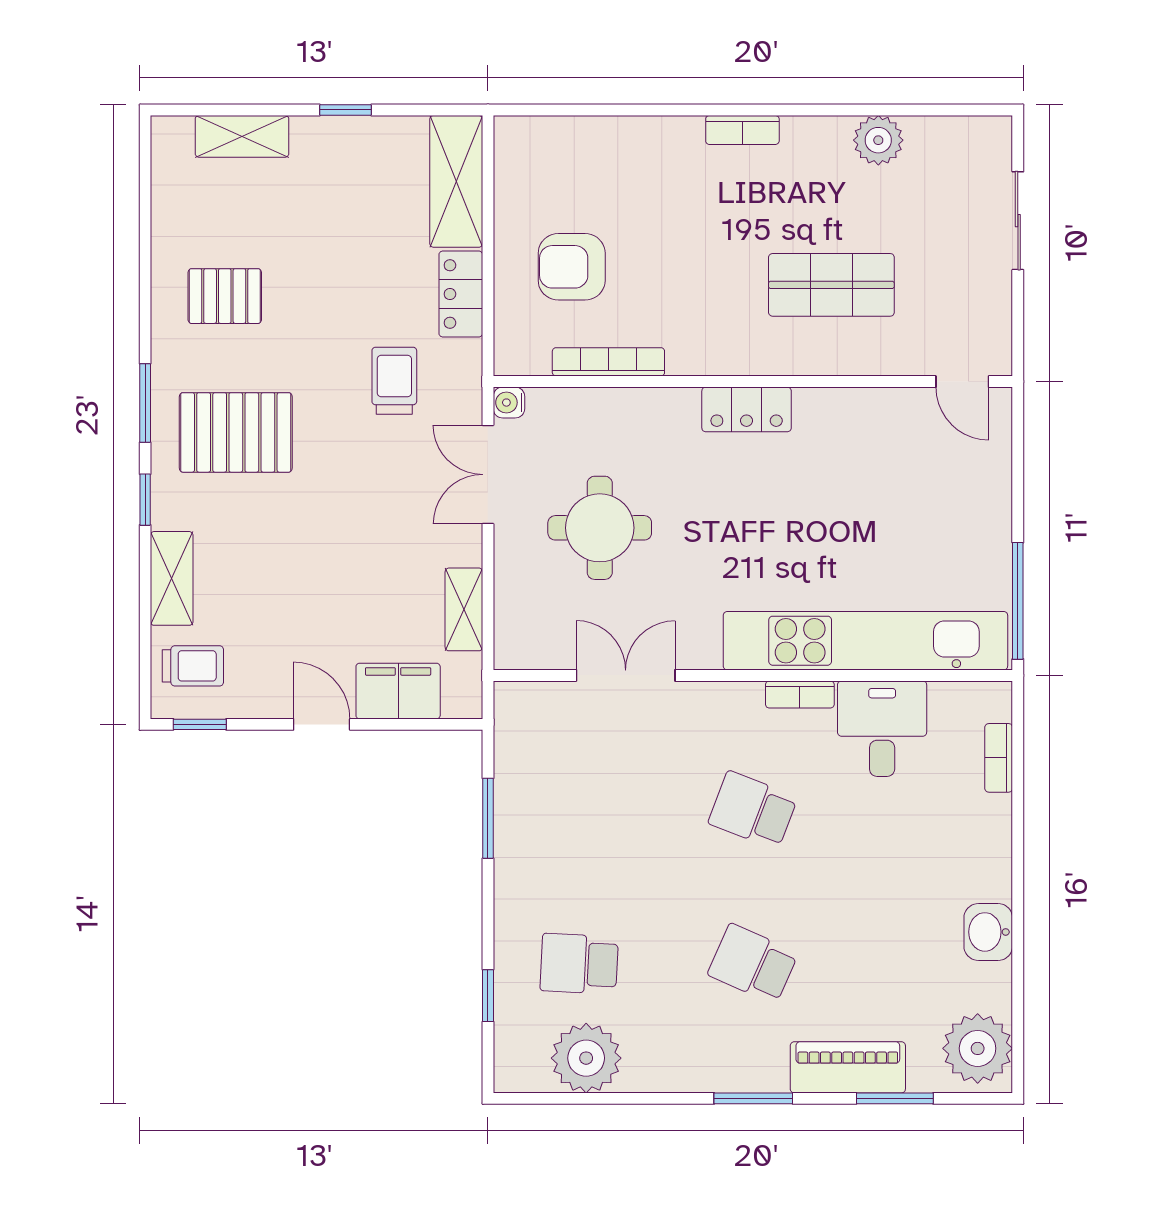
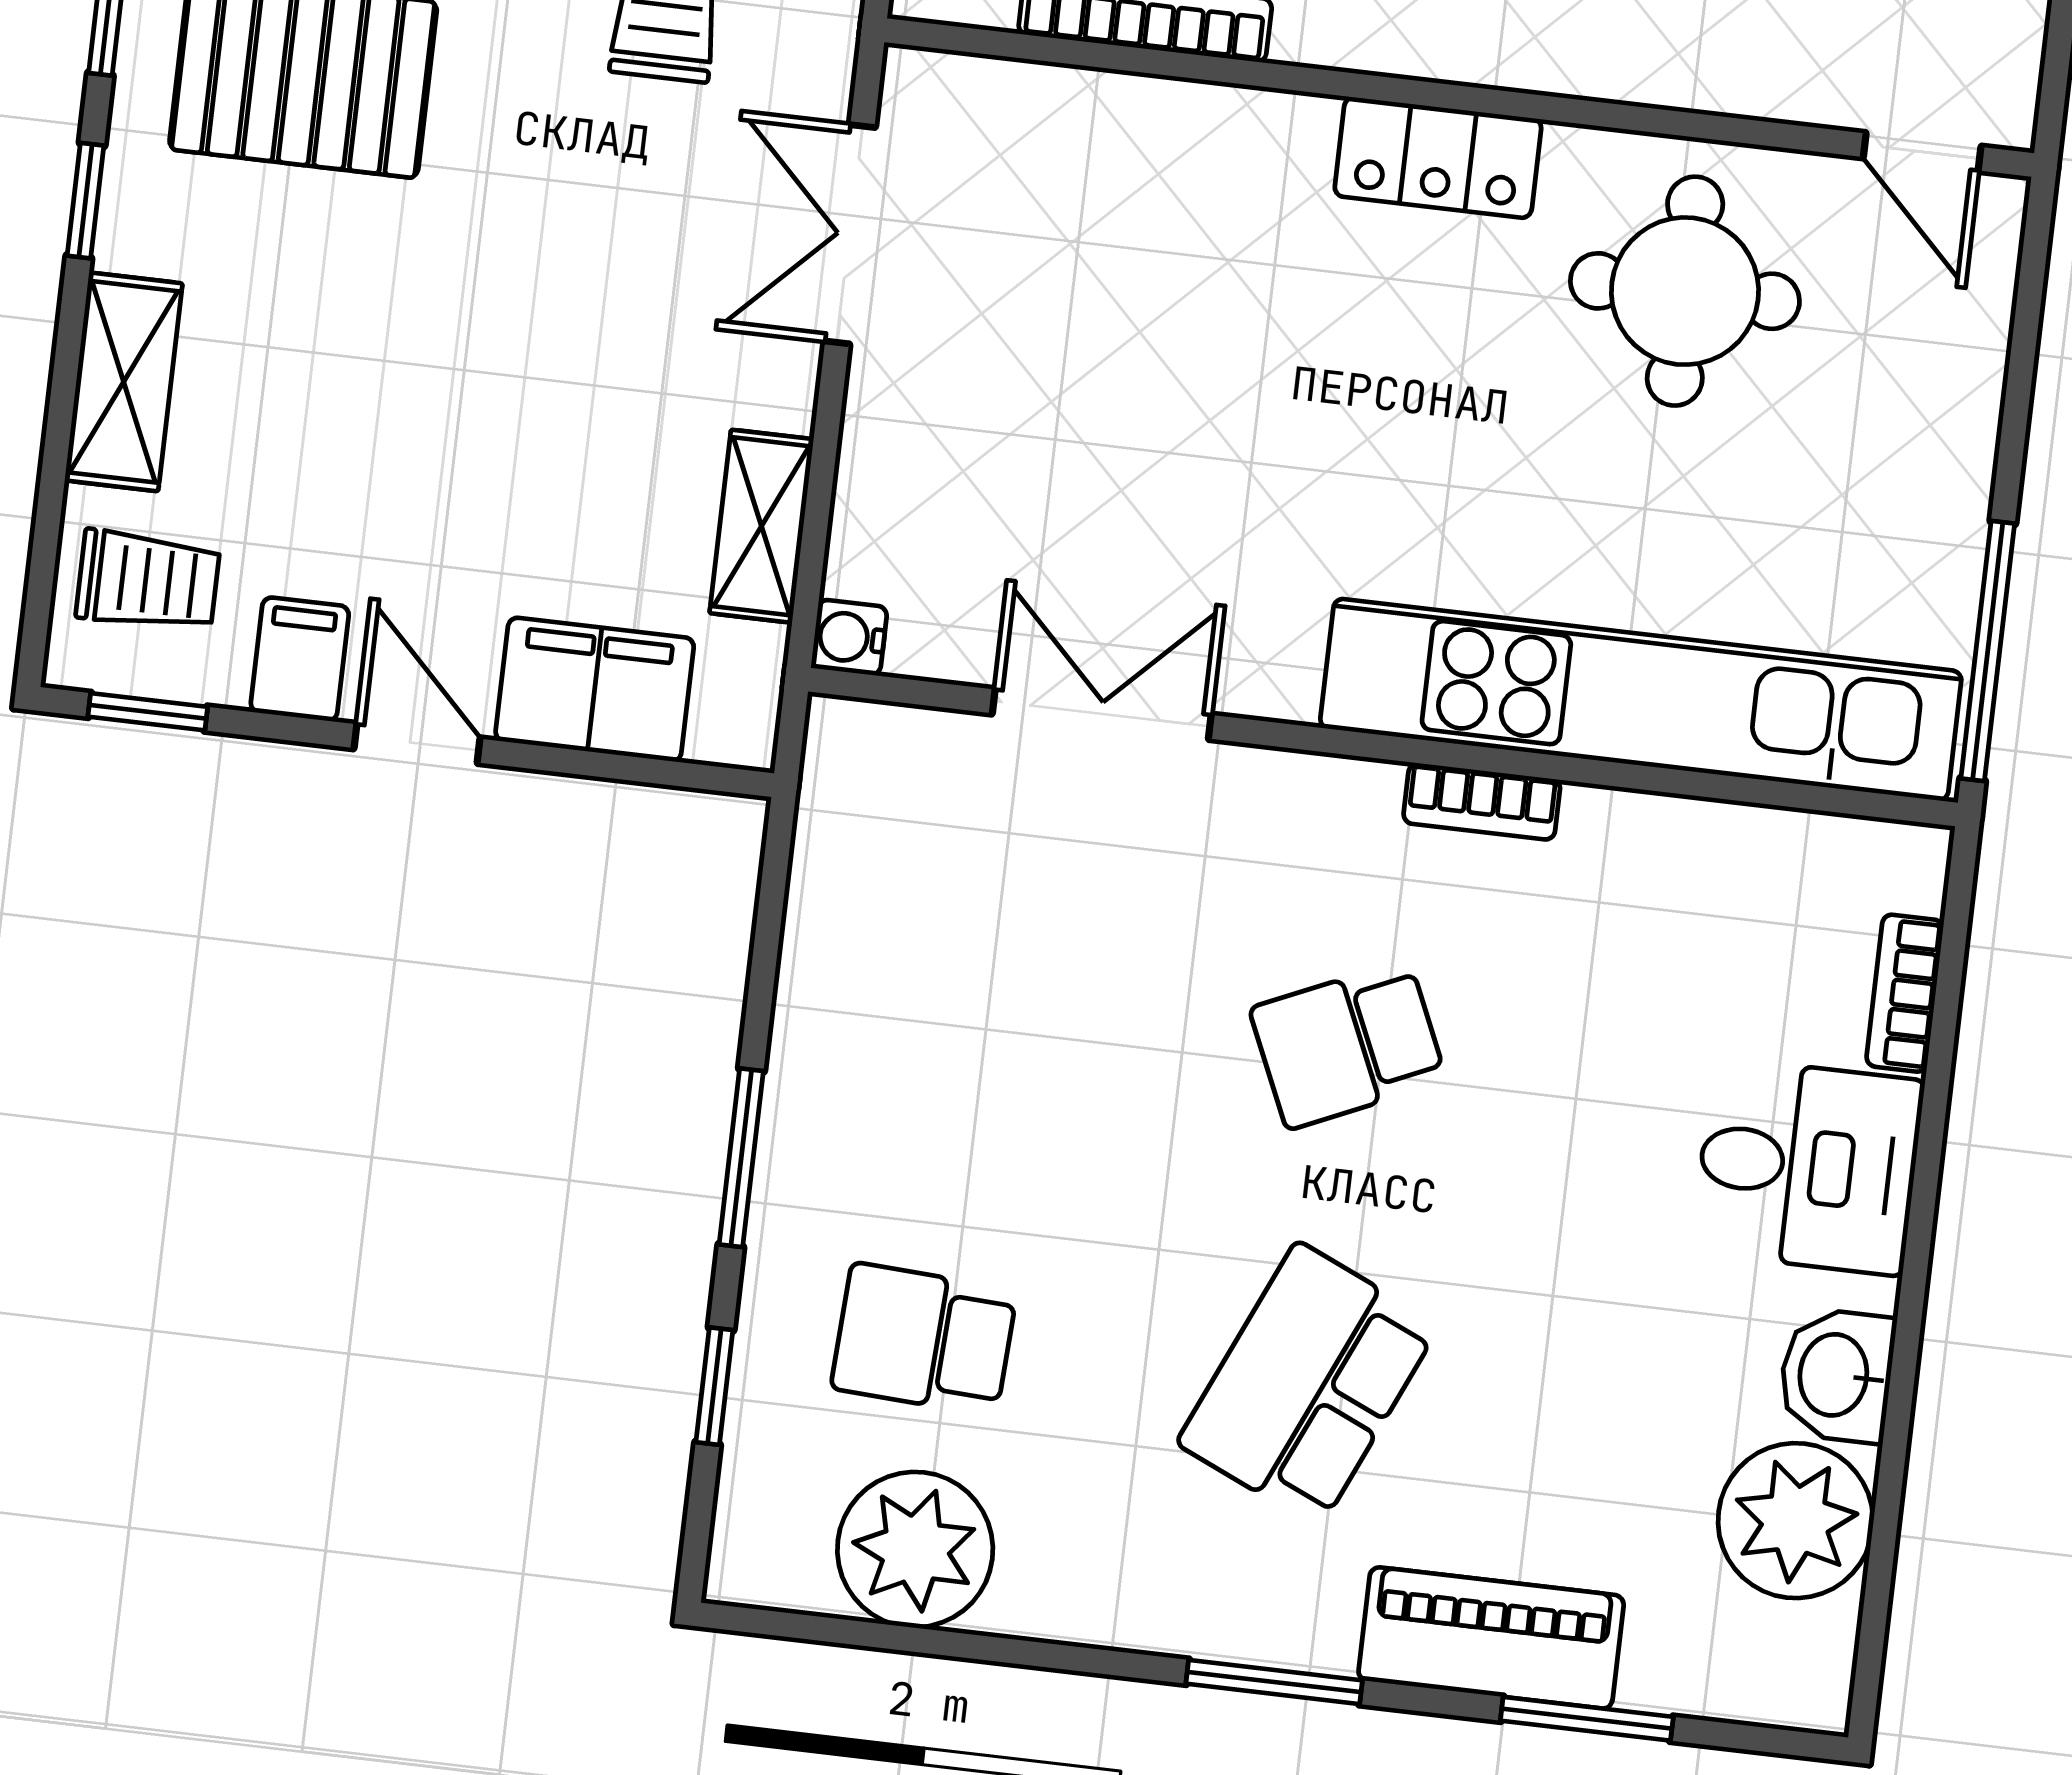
water cooler: (509, 403) -> (849, 637), moved
round table: (600, 528) -> (1685, 291), moved
filing cabinet: (265, 693) -> (300, 659), added
desk: (882, 729) -> (1808, 1166), moved, turned 90
school desk: (753, 810) -> (1348, 1045), turned -45
window: (488, 818) -> (741, 1158), moved
school desk: (753, 964) -> (1308, 1384), width x1.85
plant: (978, 1048) -> (1796, 1521), moved

